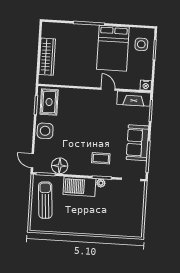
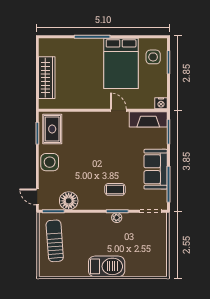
barbecue: (79, 186) -> (107, 266), moved, turned 180

